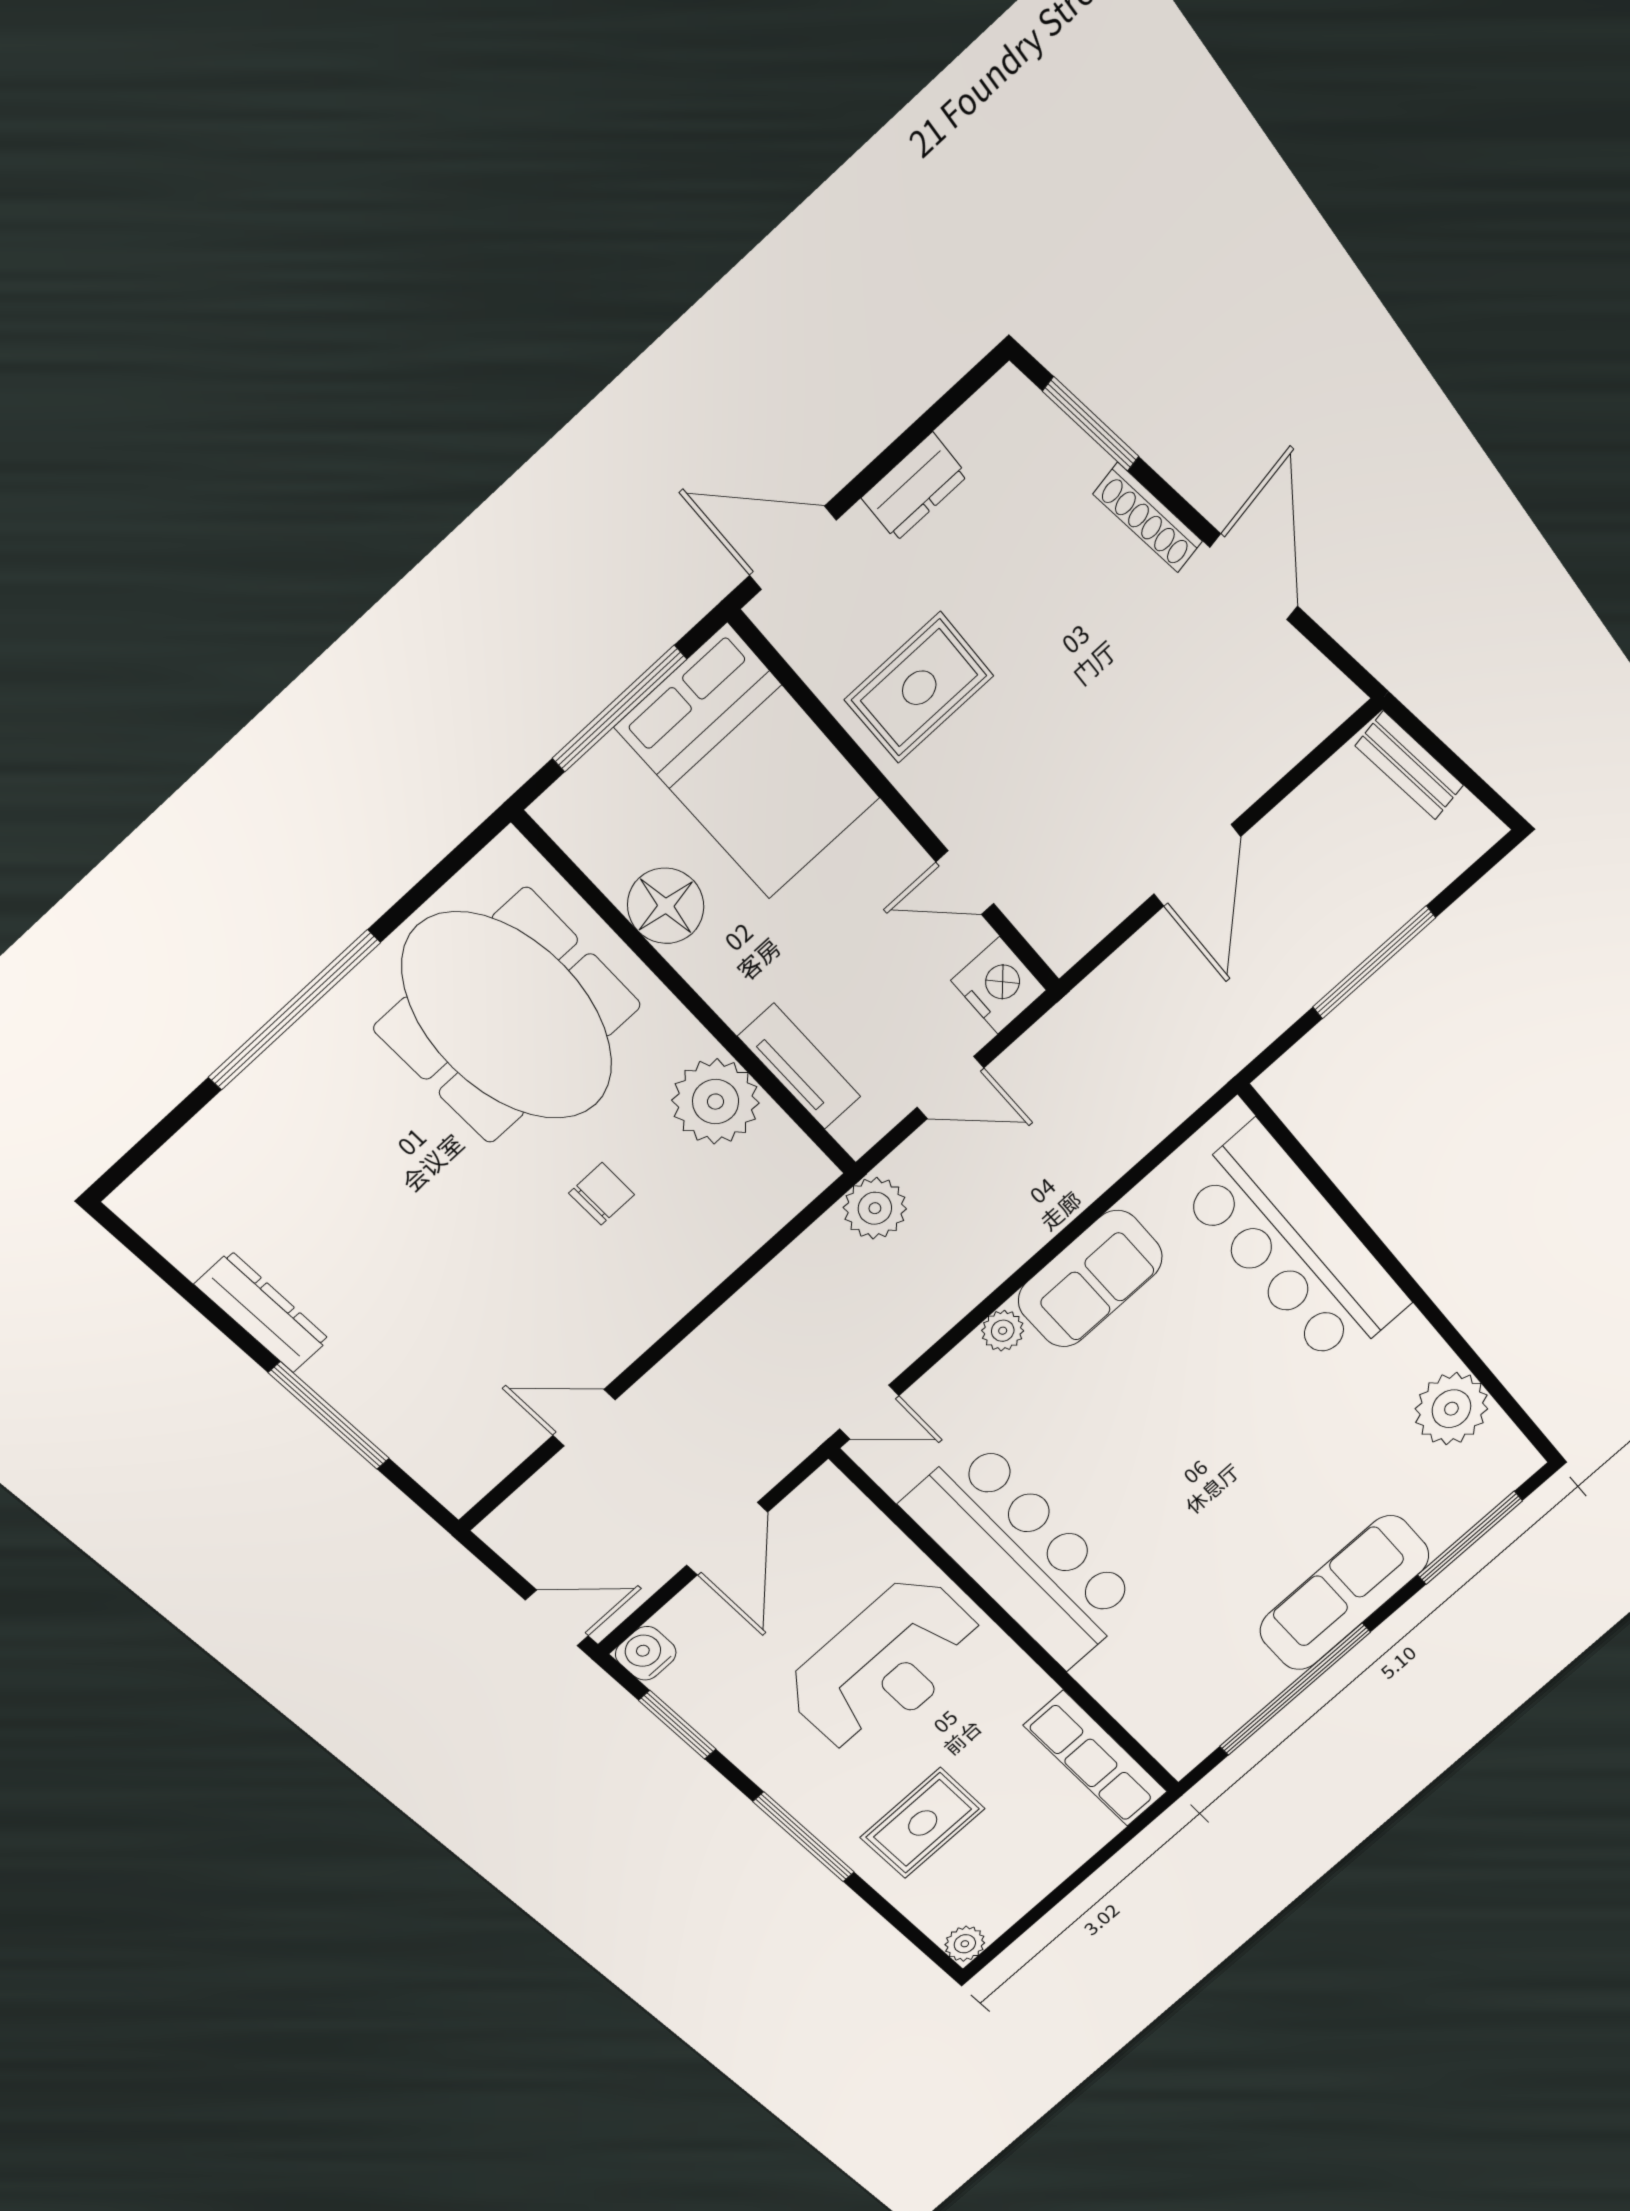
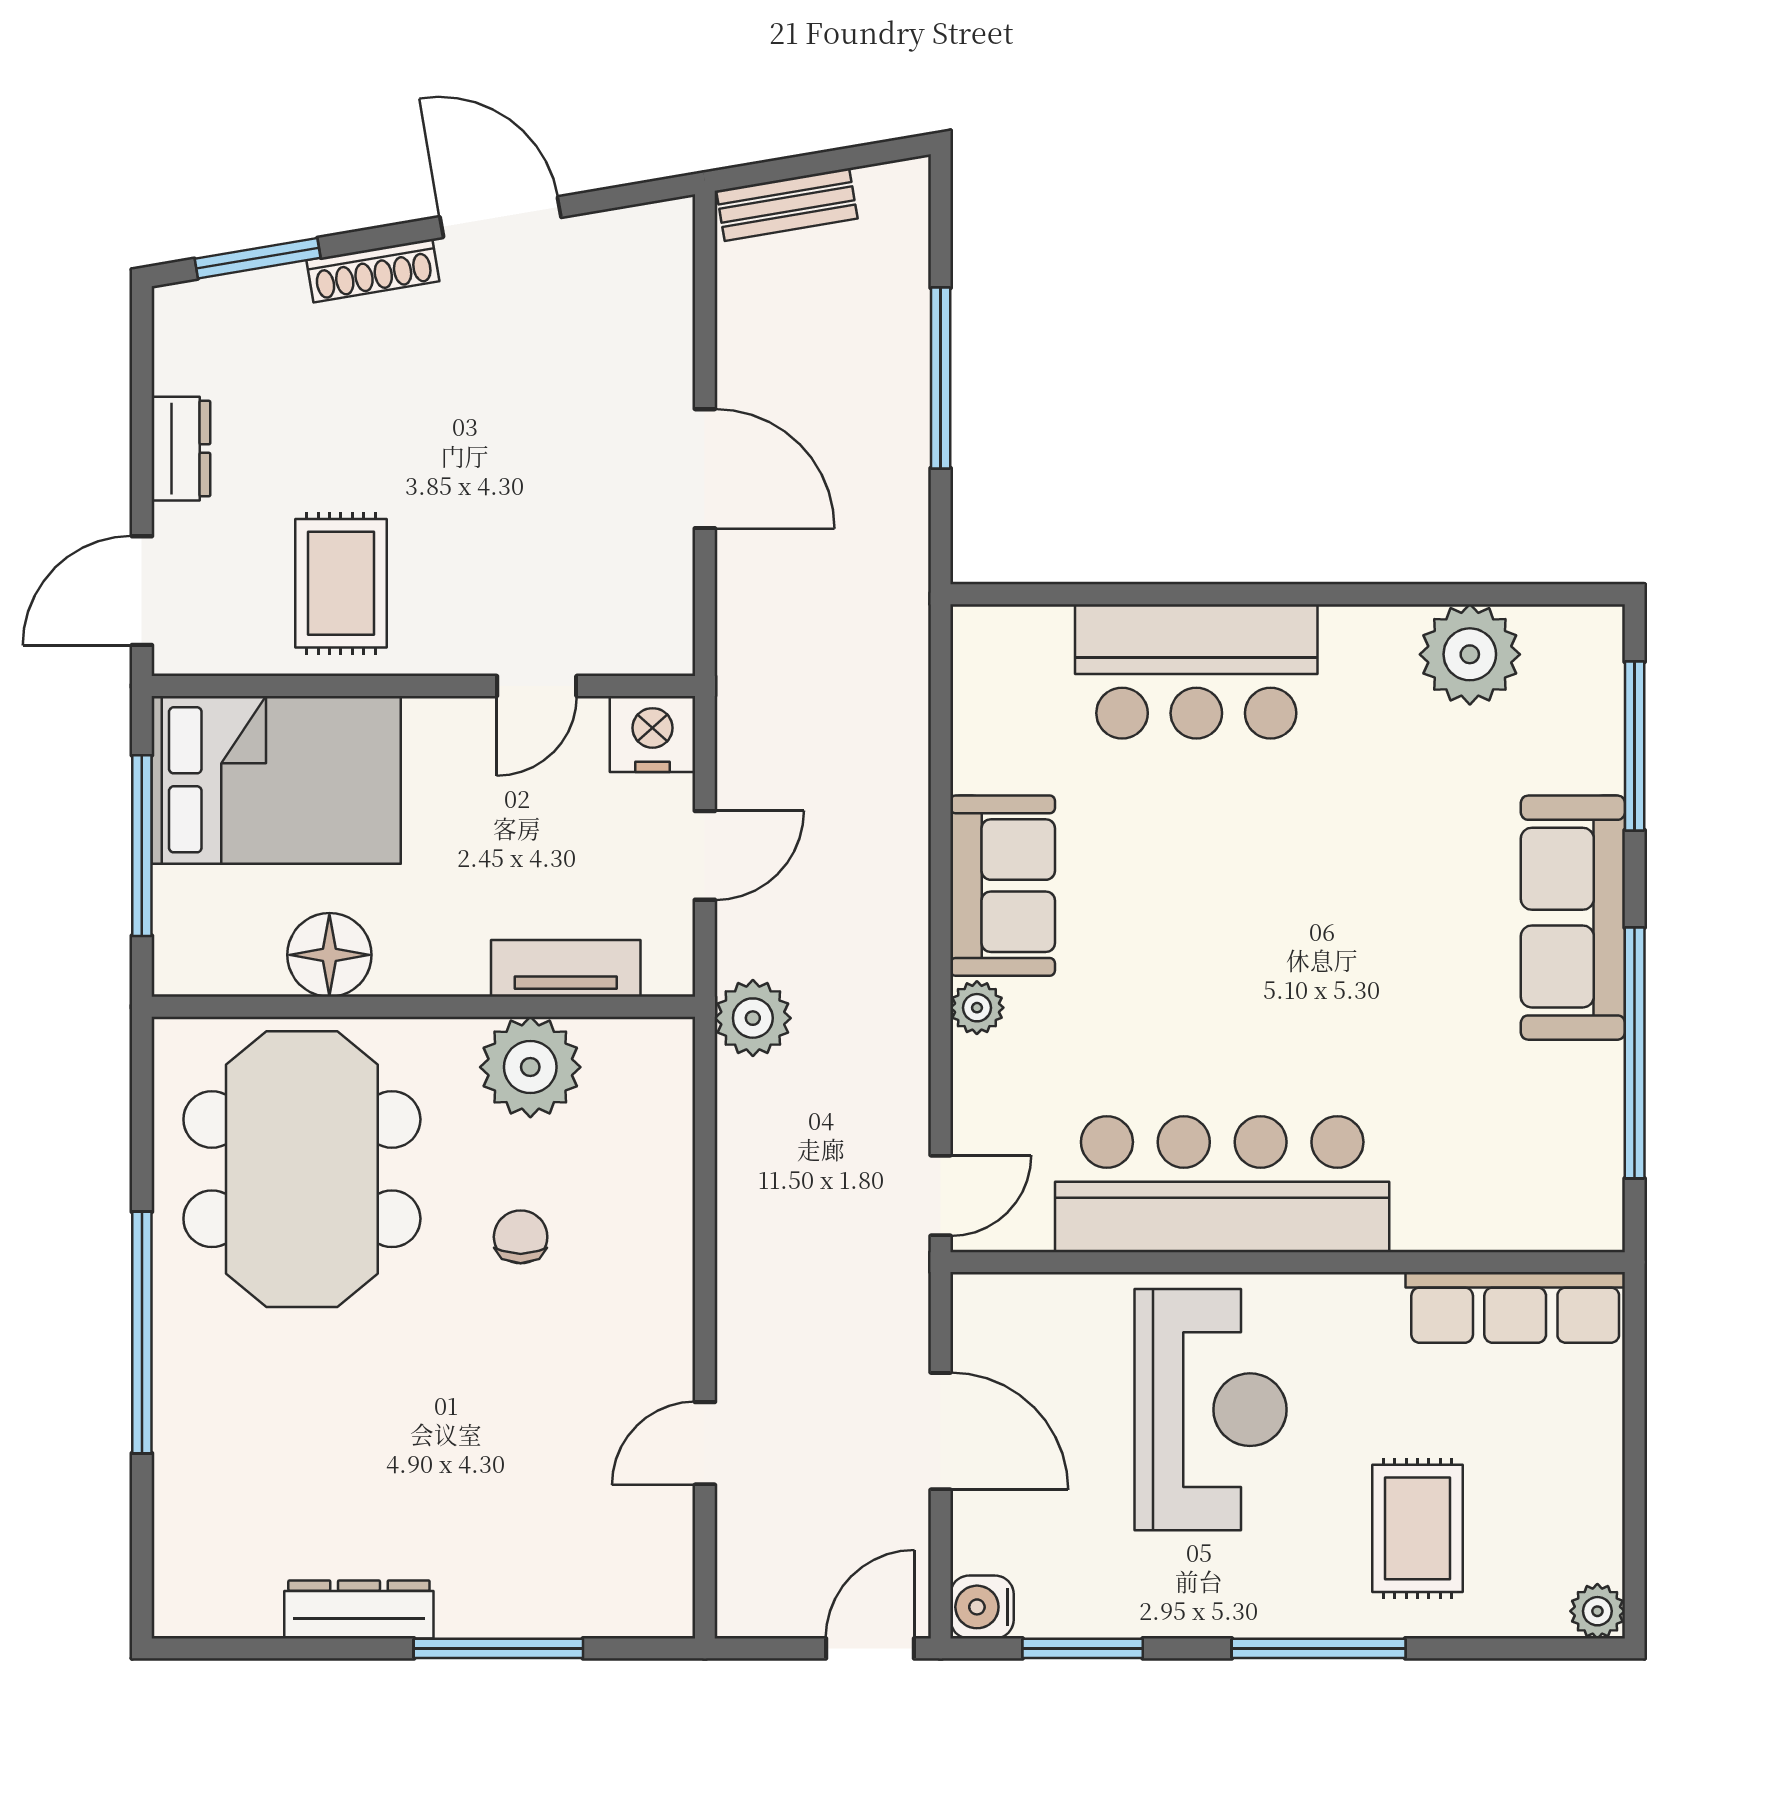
meeting table: (508, 1017) -> (302, 1169), turned 90
bar counter: (1295, 1247) -> (1196, 671), width x0.73

